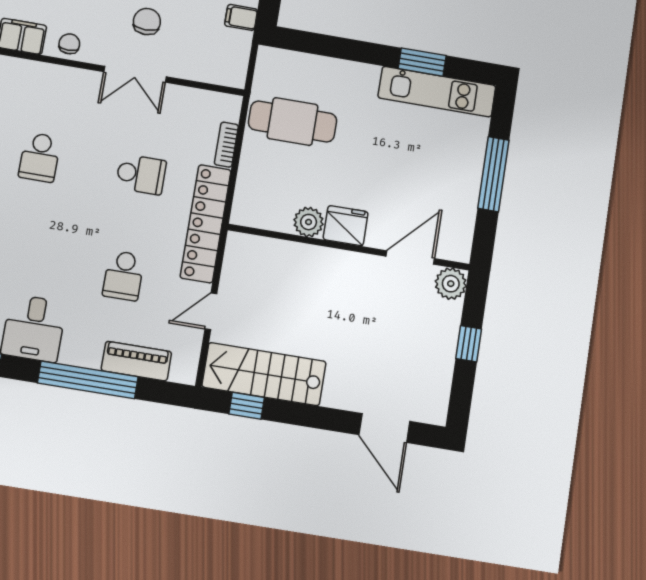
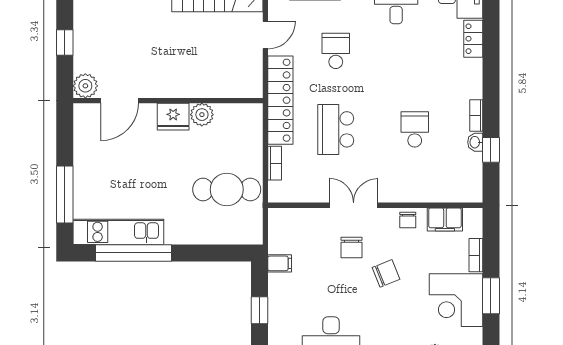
window: (422, 62) -> (133, 253), width x2.11
school desk: (141, 174) -> (336, 129), width x1.85
window: (493, 174) -> (65, 195), moved

